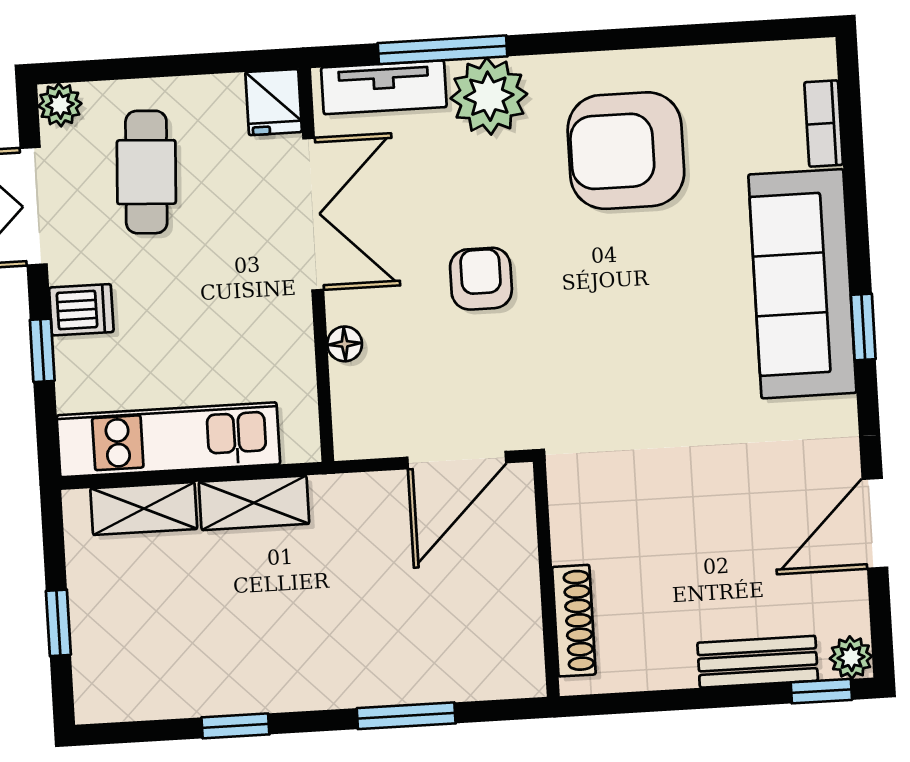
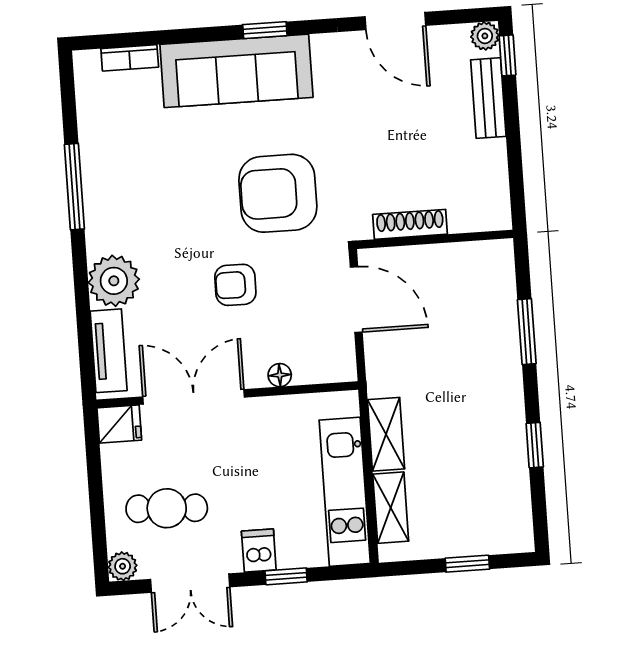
window: (442, 50) -> (74, 187), moved
armchair: (626, 151) -> (278, 193), moved, turned 90
shoe rack: (574, 621) -> (410, 224), moved

